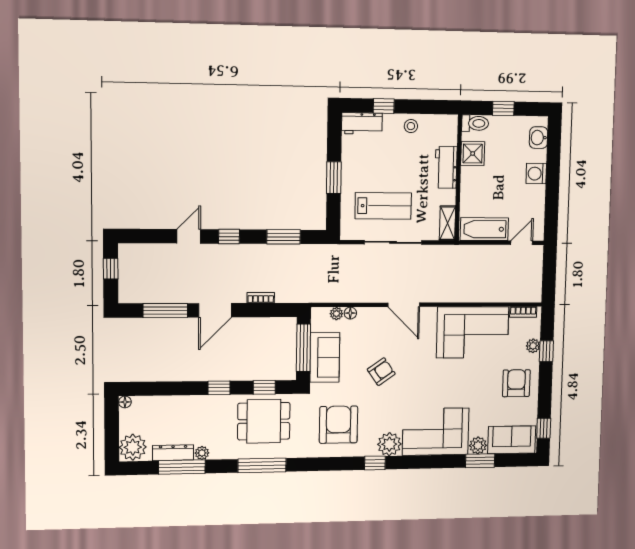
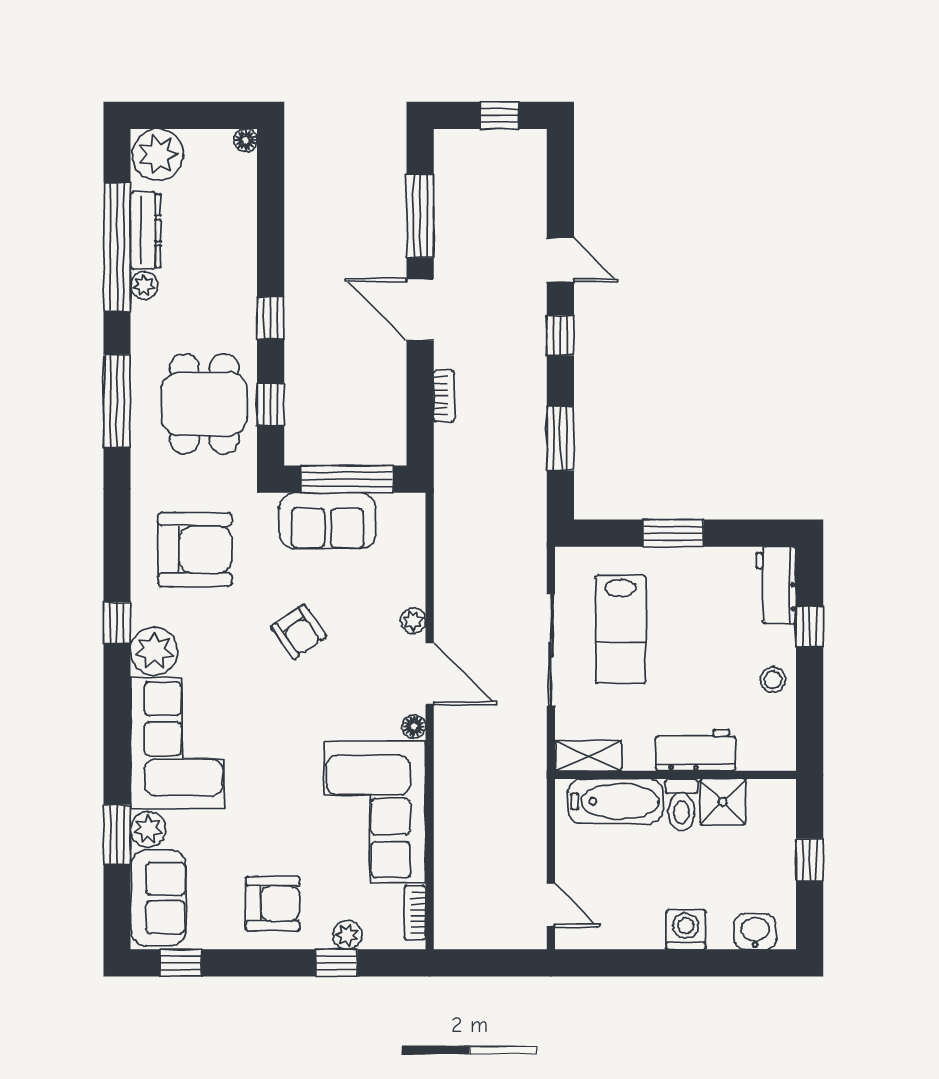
toilet: (475, 123) -> (681, 805), moved
bathtub: (484, 229) -> (616, 801), moved, turned 90
door: (404, 305) -> (430, 674), swing flipped
floor lamp: (350, 313) -> (414, 726), moved
plant: (336, 314) -> (413, 621), moved
window: (182, 467) -> (117, 247), width x1.46

